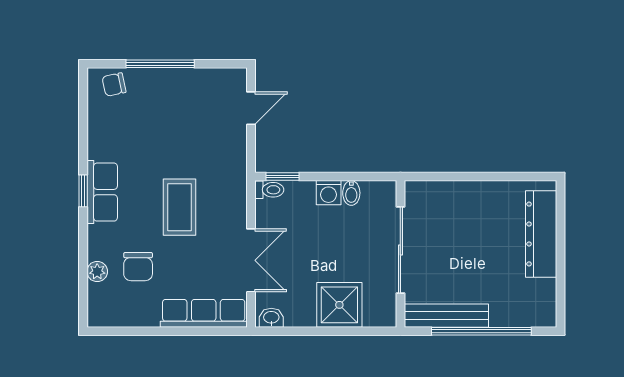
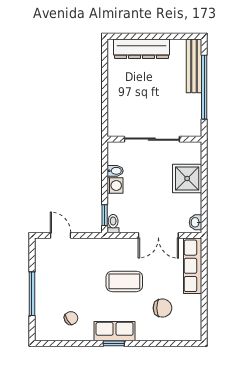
chair: (114, 85) -> (71, 318), moved, turned -110
double door: (251, 260) -> (158, 235), swing flipped
plant: (97, 272) -> (166, 334), removed
bench: (446, 316) -> (194, 66), moved

